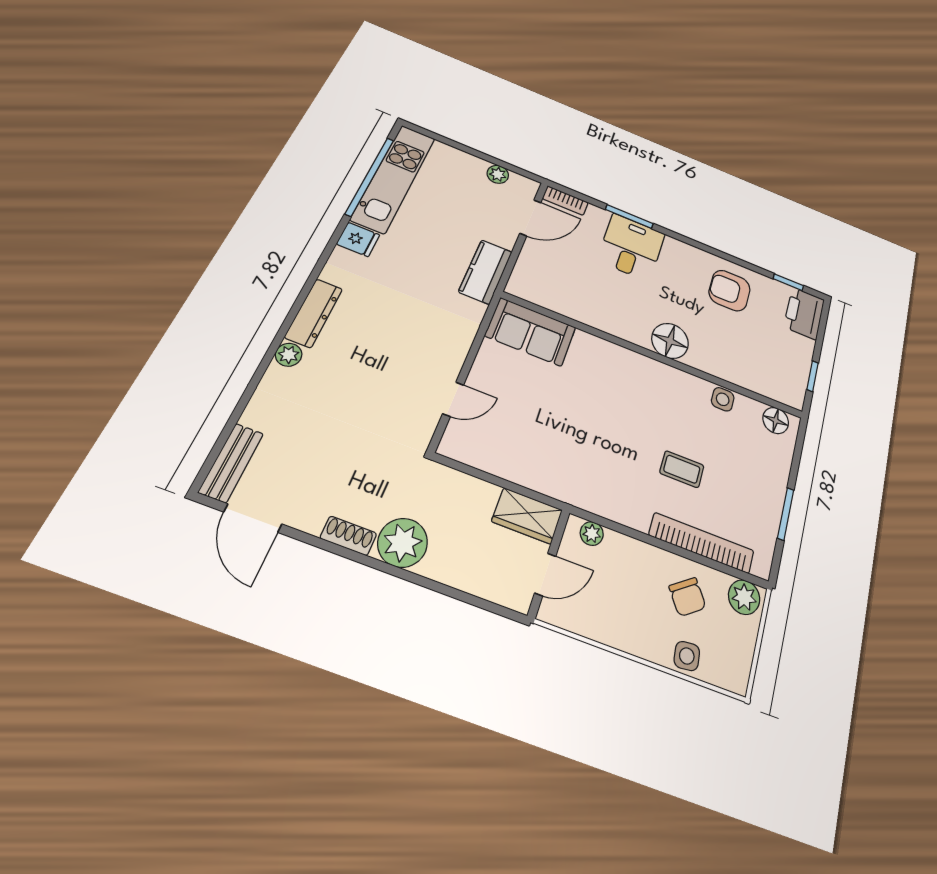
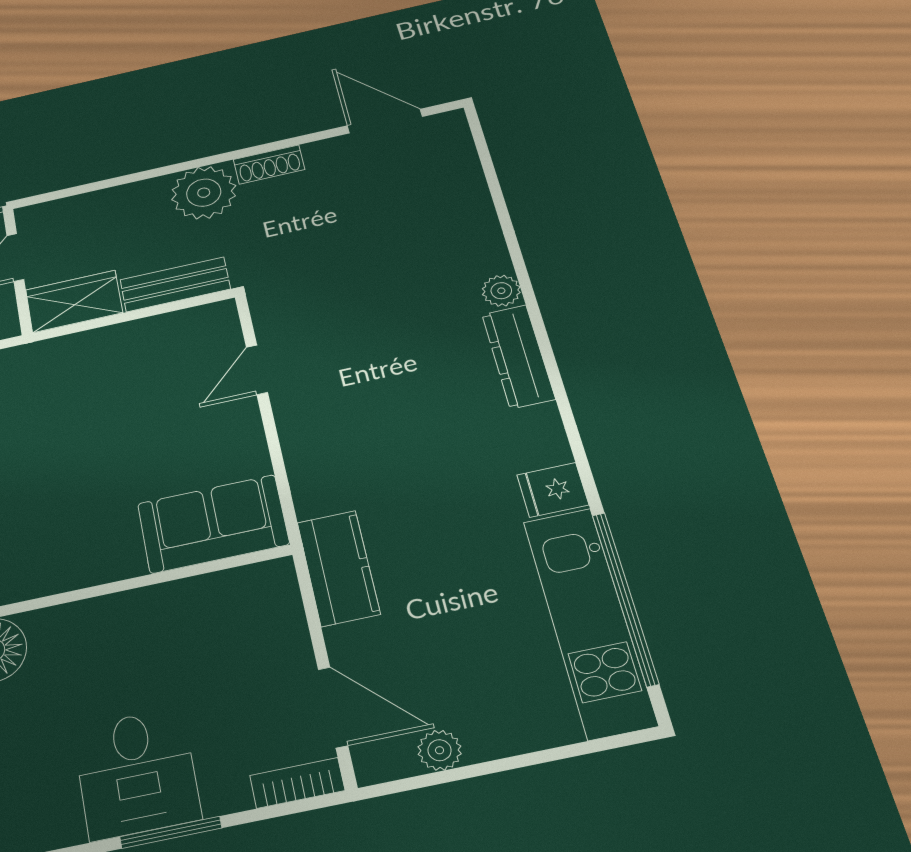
door: (530, 218) -> (333, 707), swing flipped
bench: (231, 463) -> (175, 284), moved, turned 90

